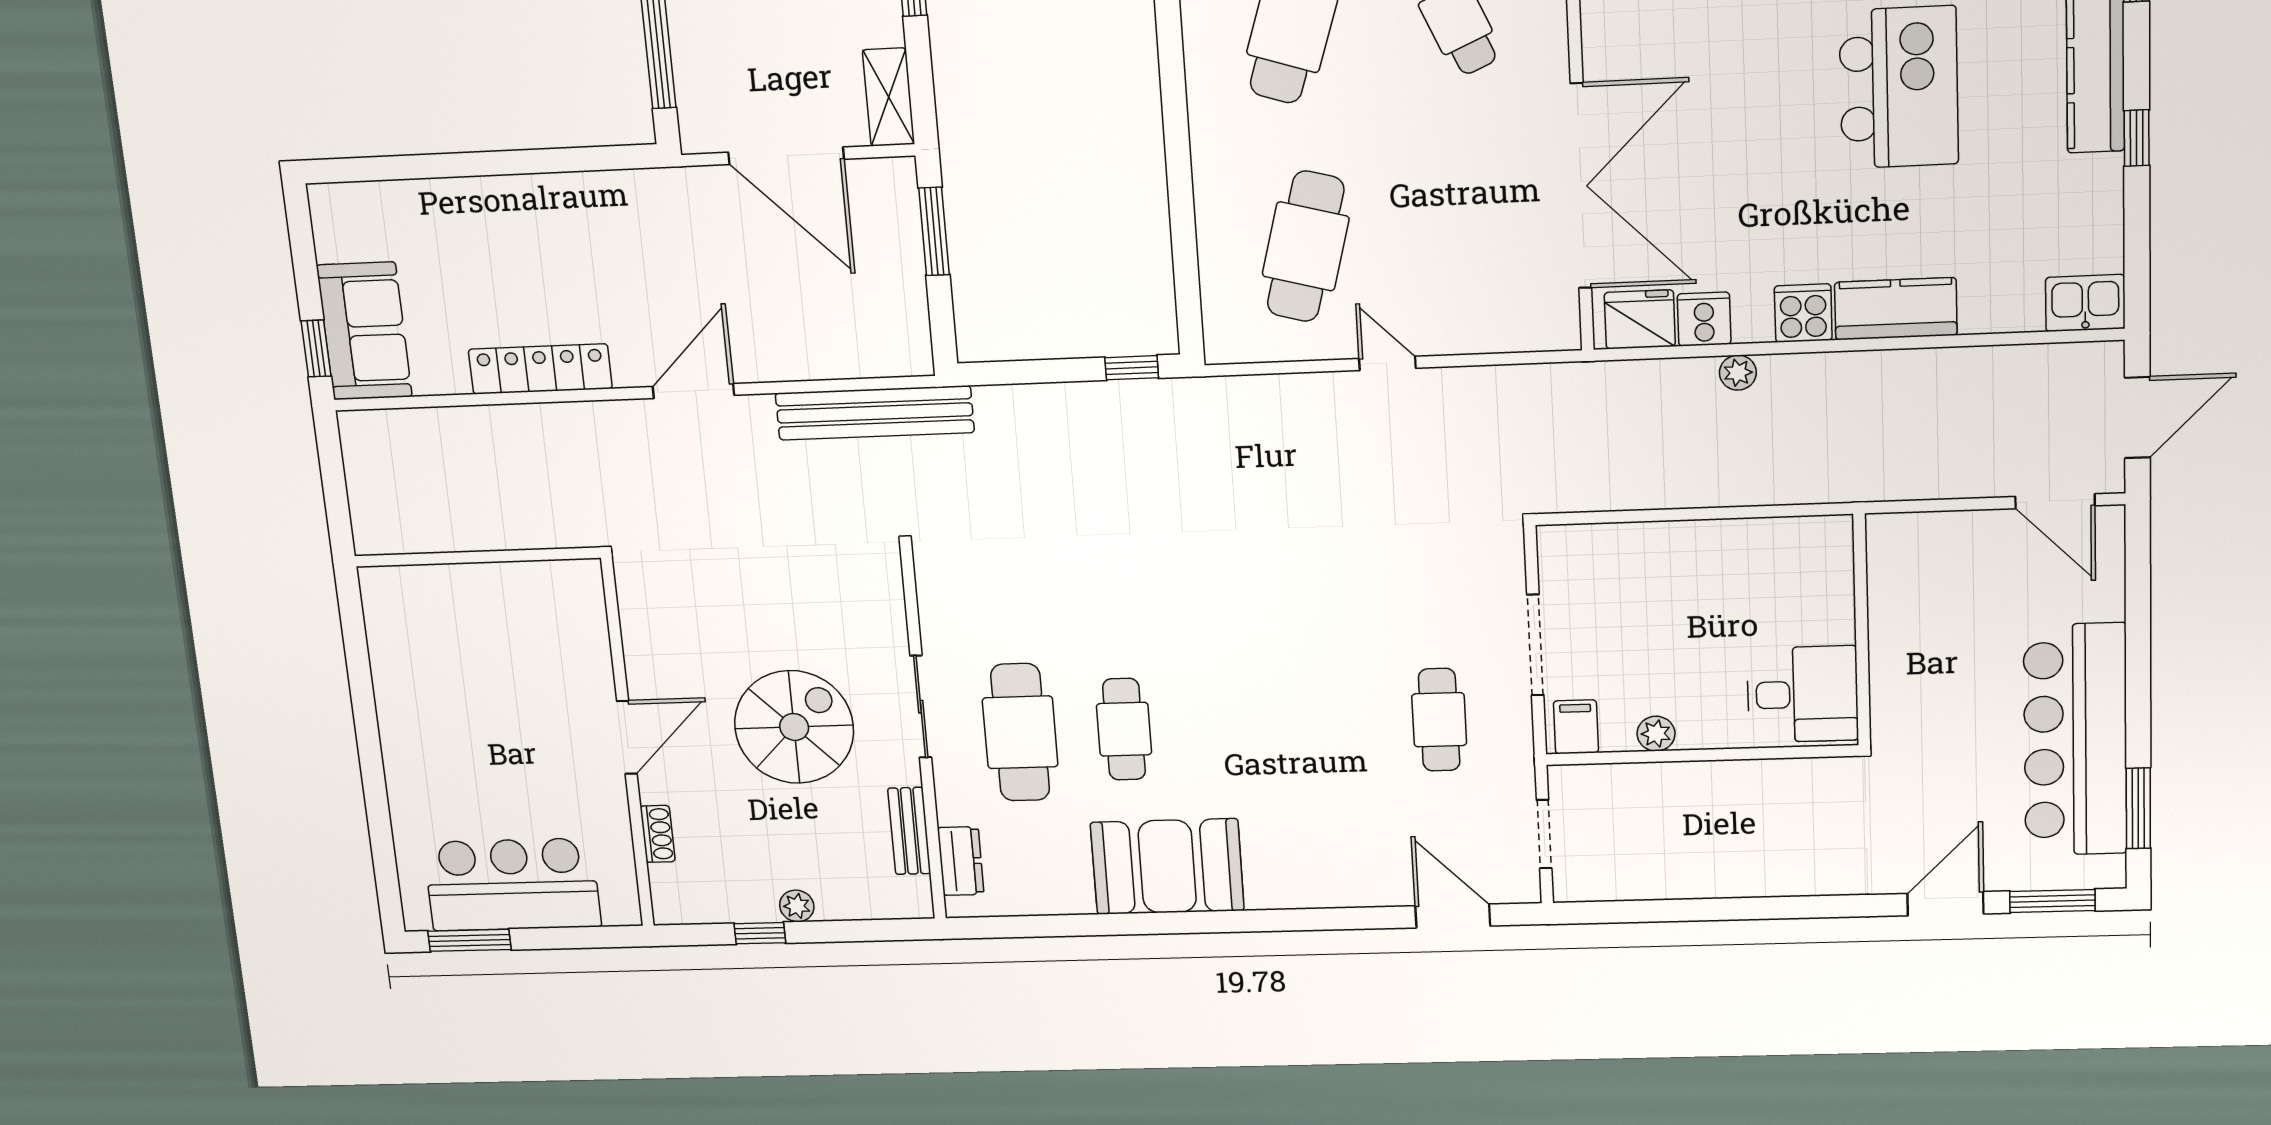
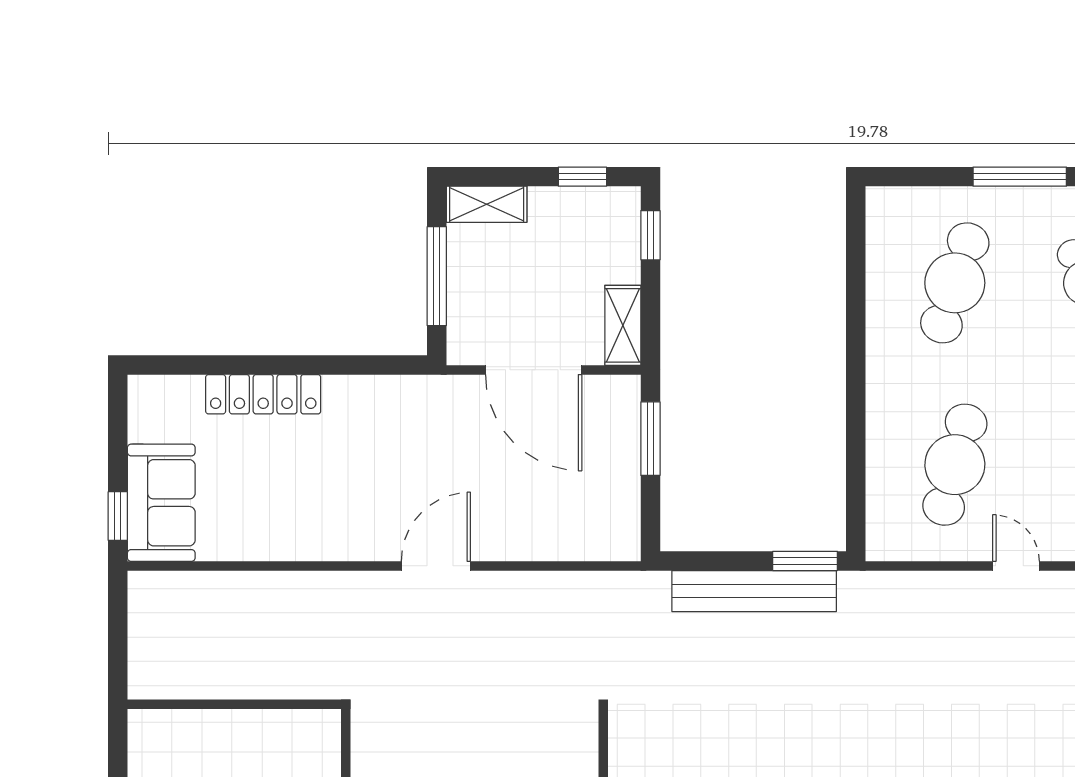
window: (1132, 368) -> (805, 561), width x1.50
locker: (540, 369) -> (263, 394), moved, turned 180
bench: (875, 413) -> (754, 591), moved

